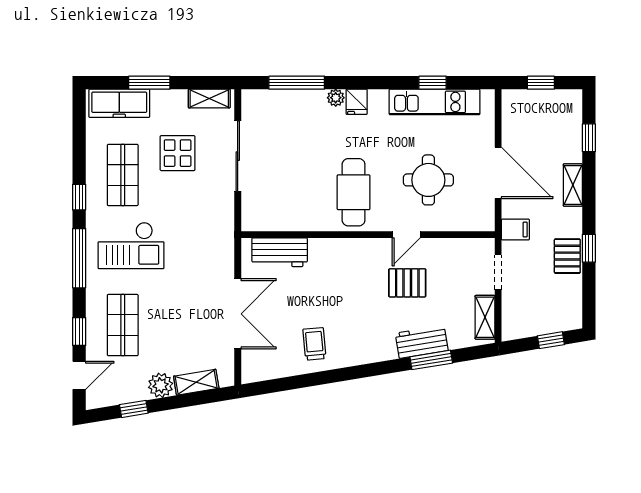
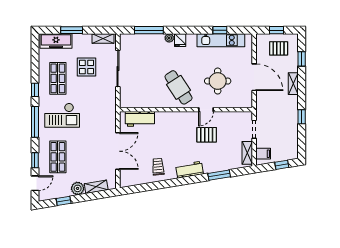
cafe table: (354, 192) -> (179, 87), turned -33
filing cabinet: (515, 229) -> (263, 154), moved
pallet: (567, 256) -> (279, 48), moved, turned 90
workbench: (422, 342) -> (189, 170), moved

